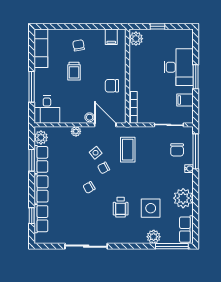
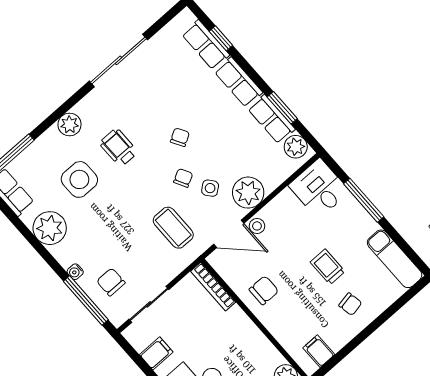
plant: (76, 131) -> (248, 193), width x1.87, depth x1.87
plant: (154, 237) -> (70, 124), moved

